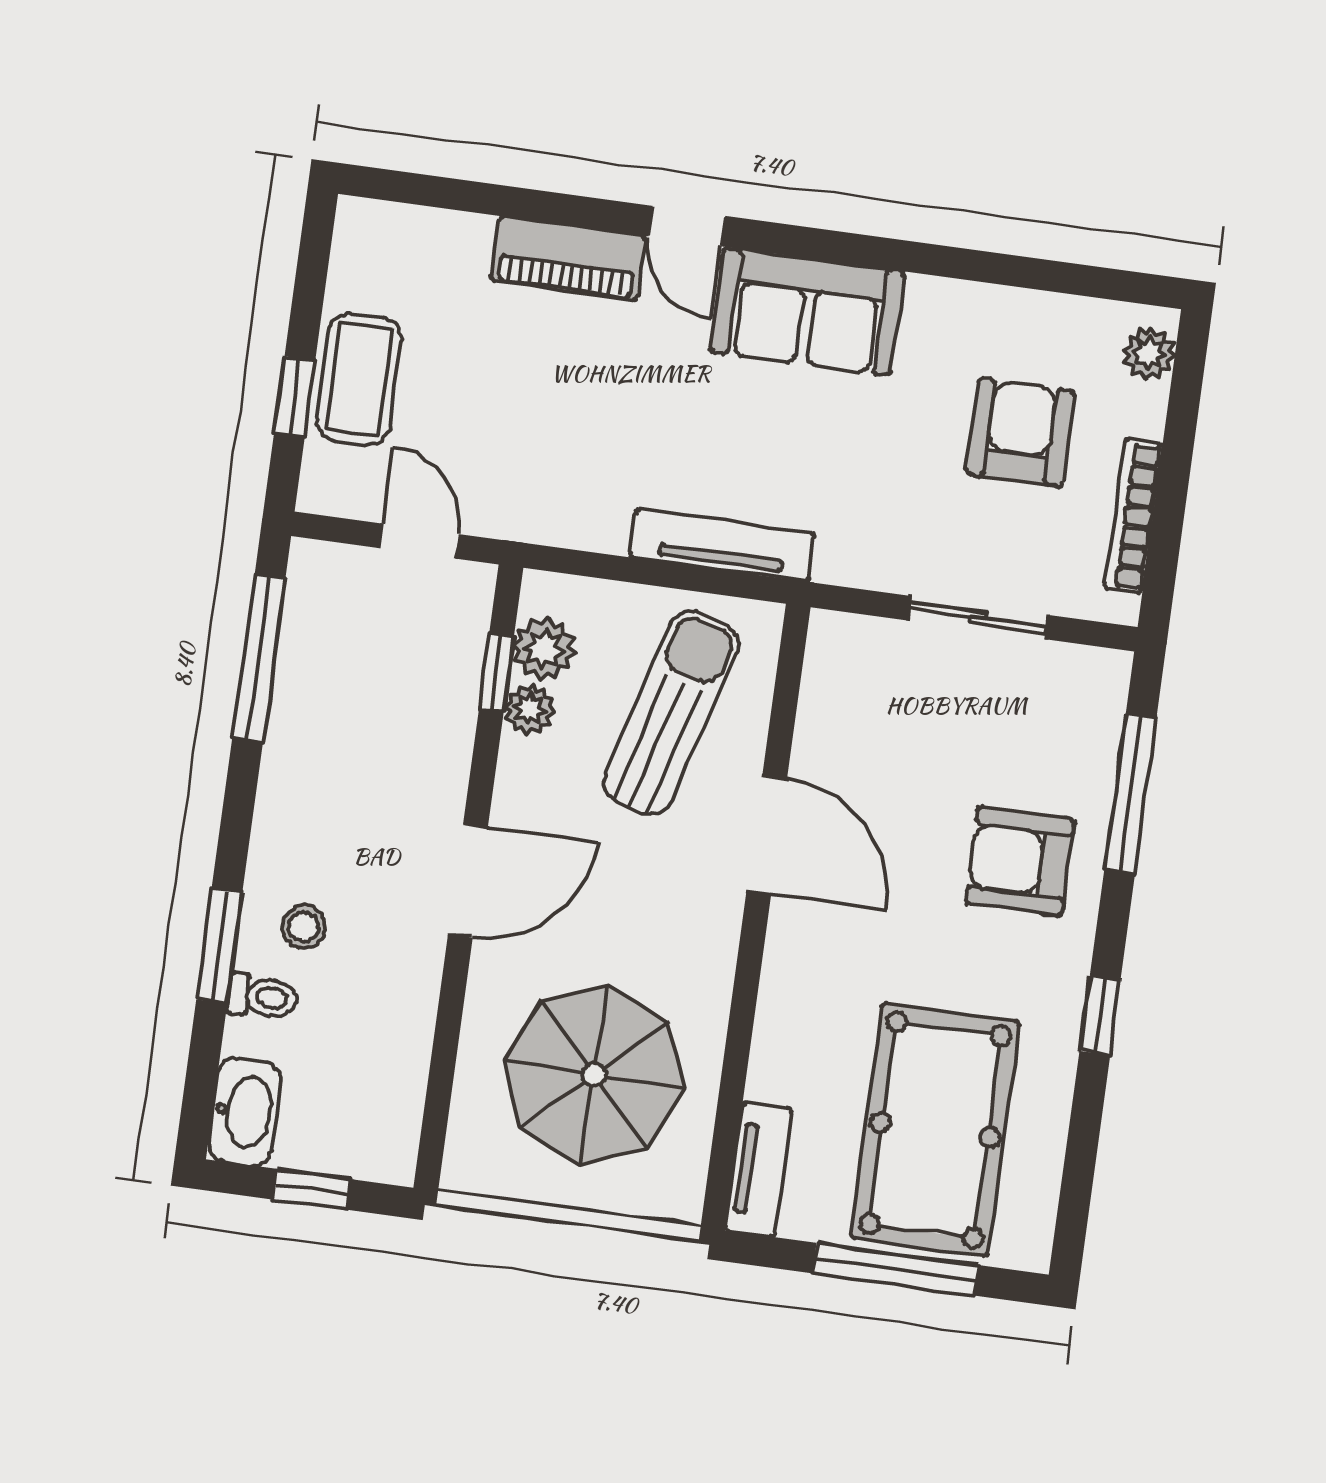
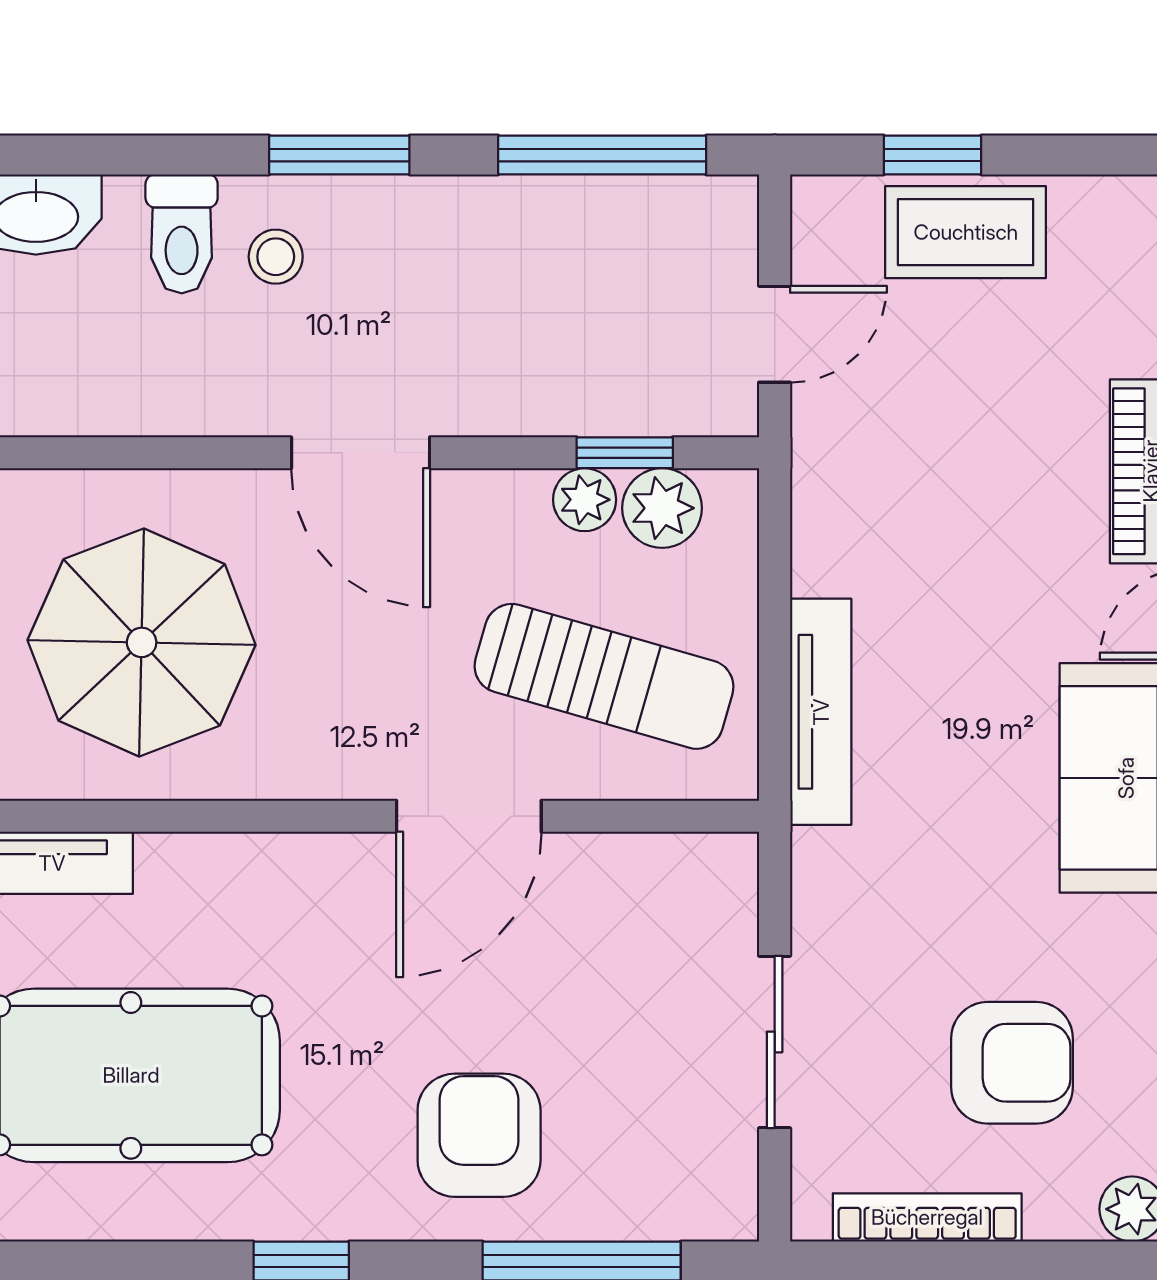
window: (219, 946) -> (339, 155), moved
toilet: (262, 997) -> (182, 234), width x1.37, depth x1.39

